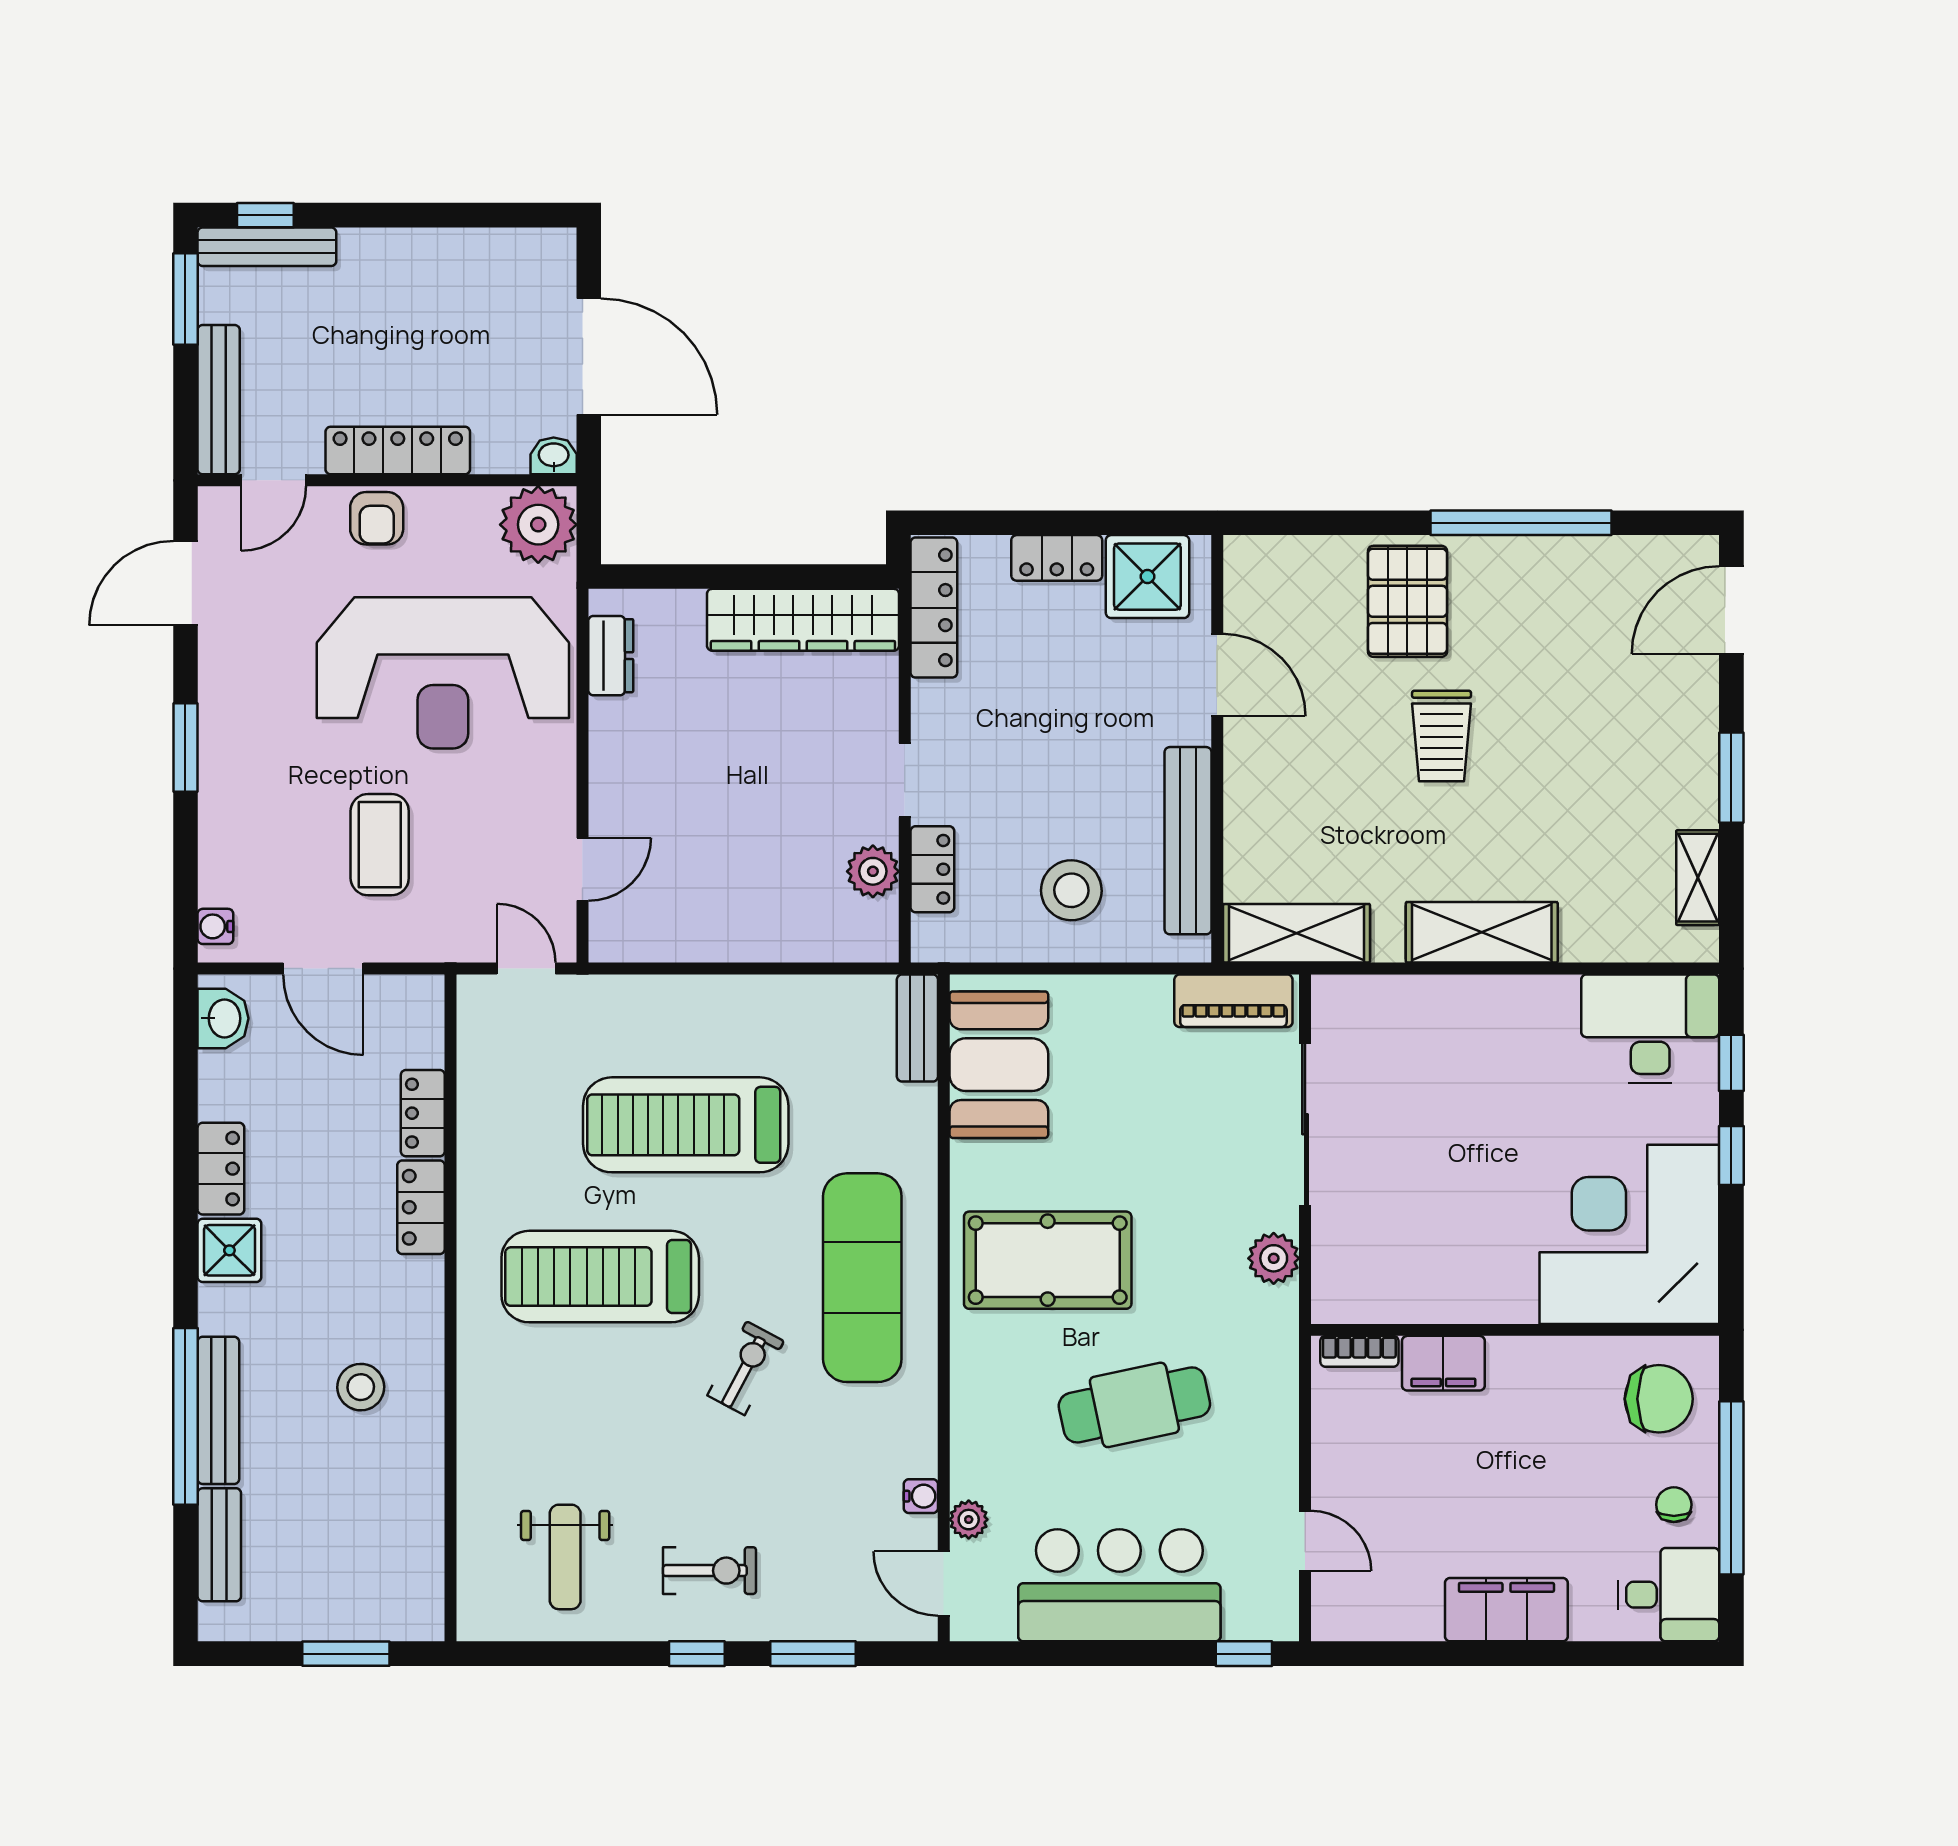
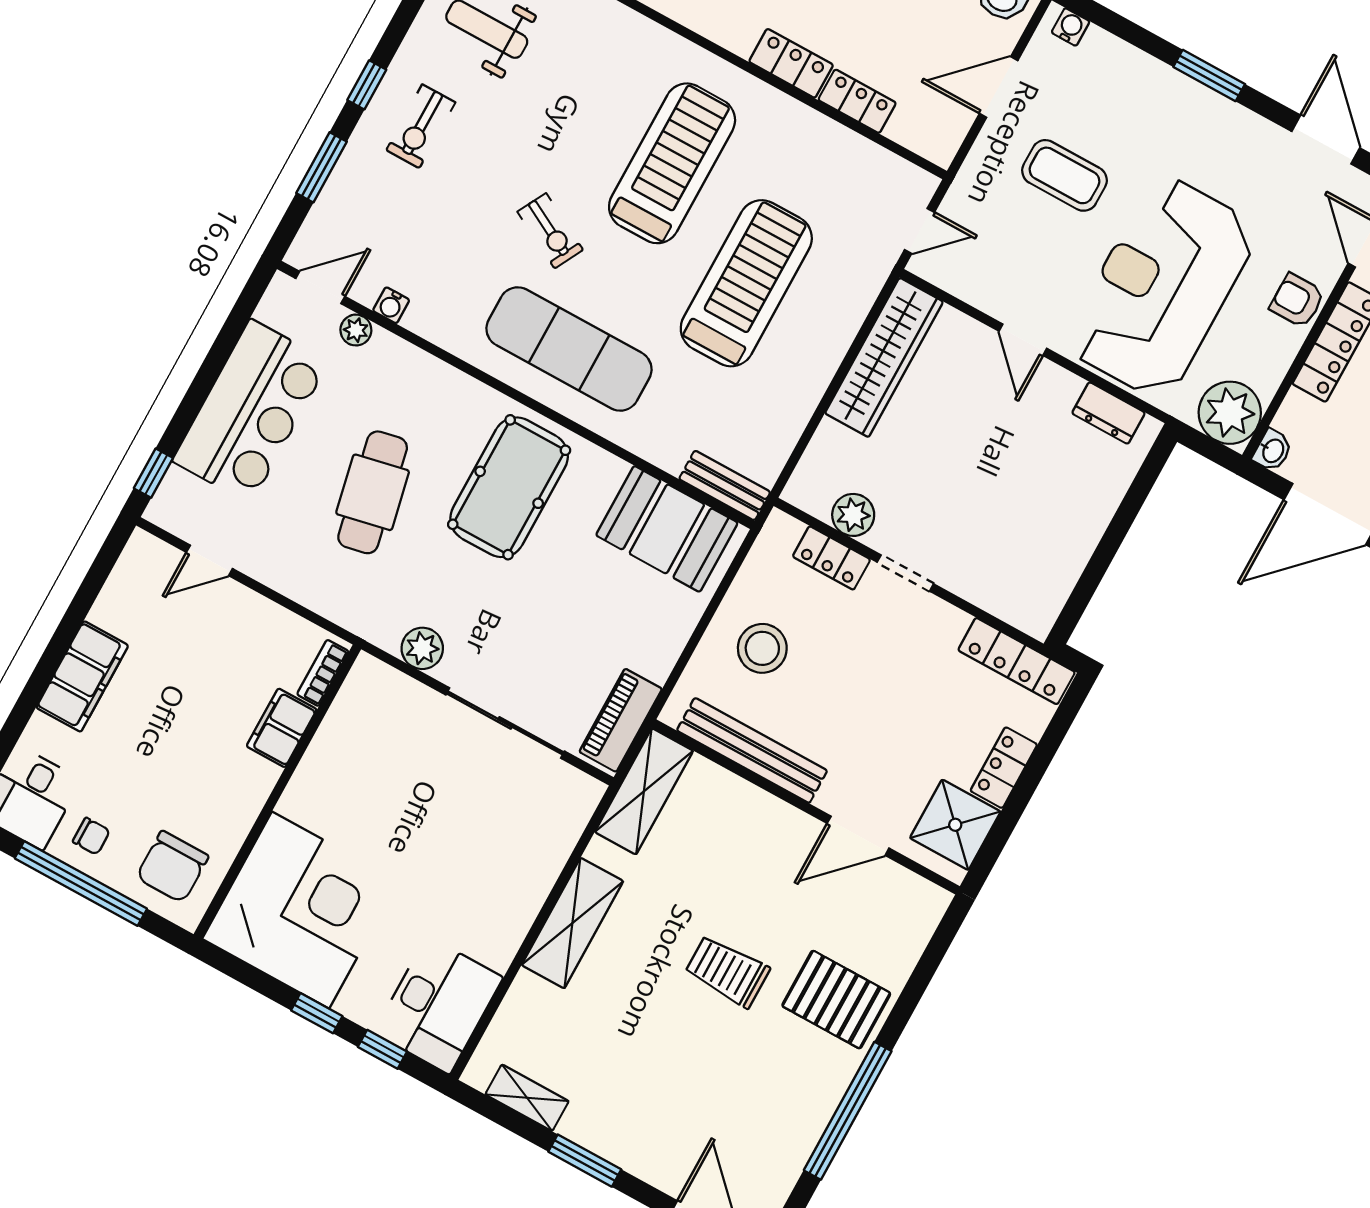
wardrobe: (803, 620) -> (884, 357), moved, turned 180
door: (582, 869) -> (1023, 340), moved

